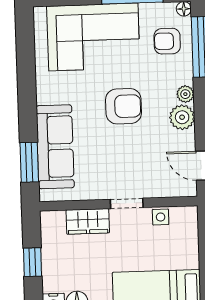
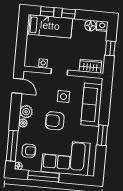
side table: (112, 156) -> (63, 97), added
window: (29, 162) -> (102, 135), moved
wardrobe: (88, 221) -> (90, 66), moved

